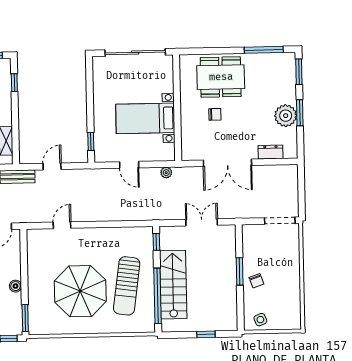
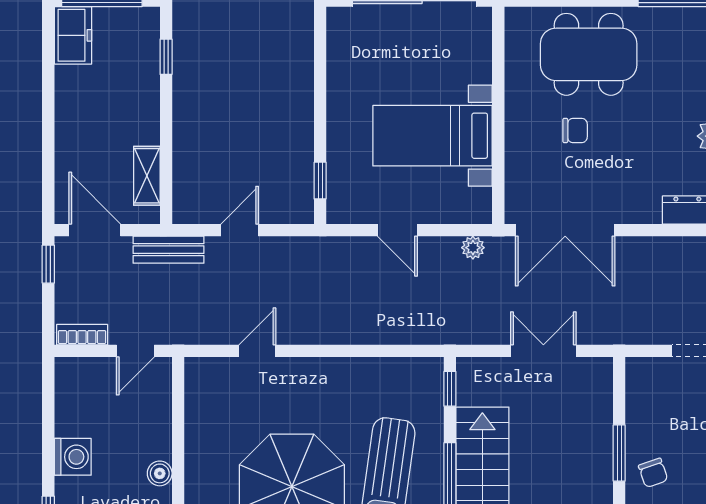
double door: (227, 163) -> (565, 230), moved

